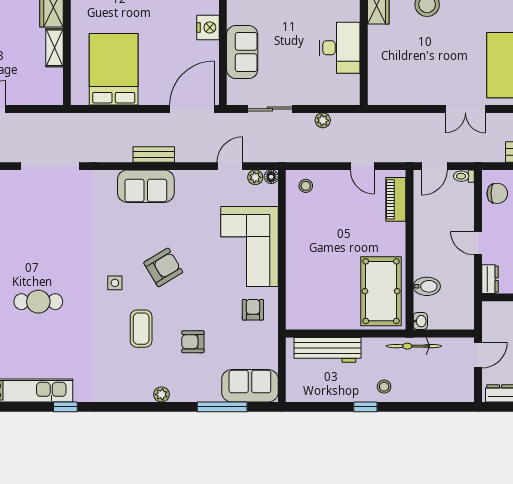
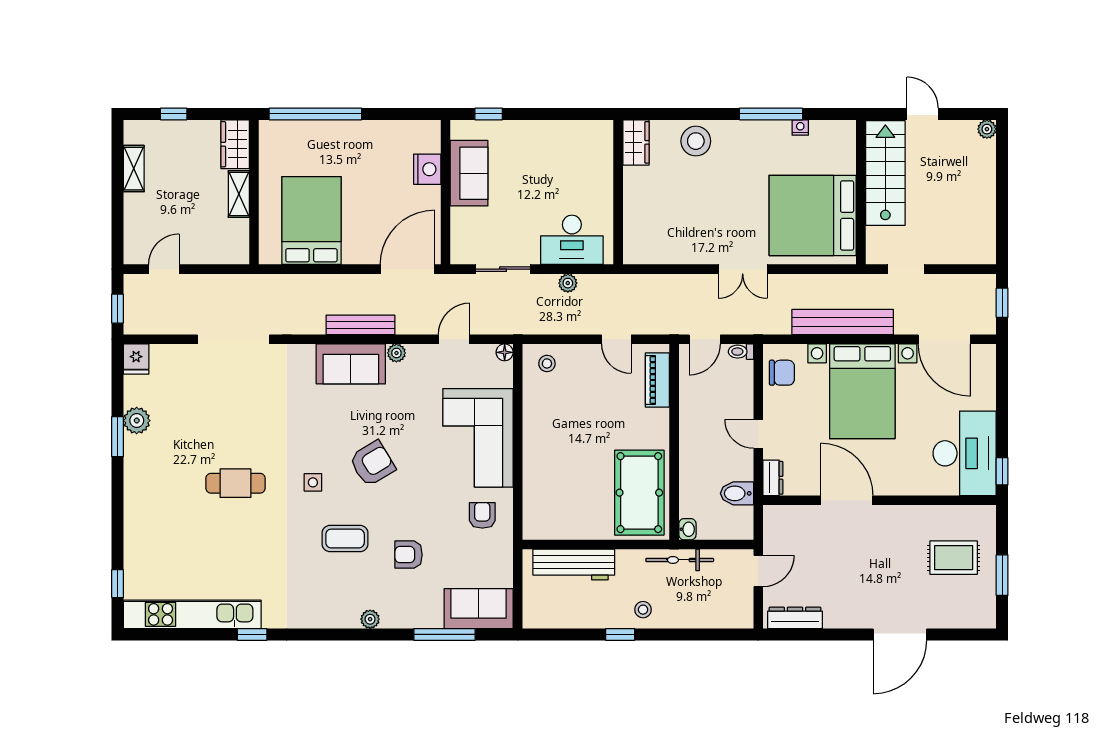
desk: (340, 48) -> (572, 240), moved, turned 90
sofa: (242, 52) -> (469, 173), moved
bench: (154, 154) -> (361, 325), width x1.36
plant: (255, 177) -> (396, 353), moved
bidet: (427, 286) -> (737, 493), moved, turned 180
cafe table: (38, 302) -> (235, 483), moved
coffee table: (141, 329) -> (345, 539), turned 90

